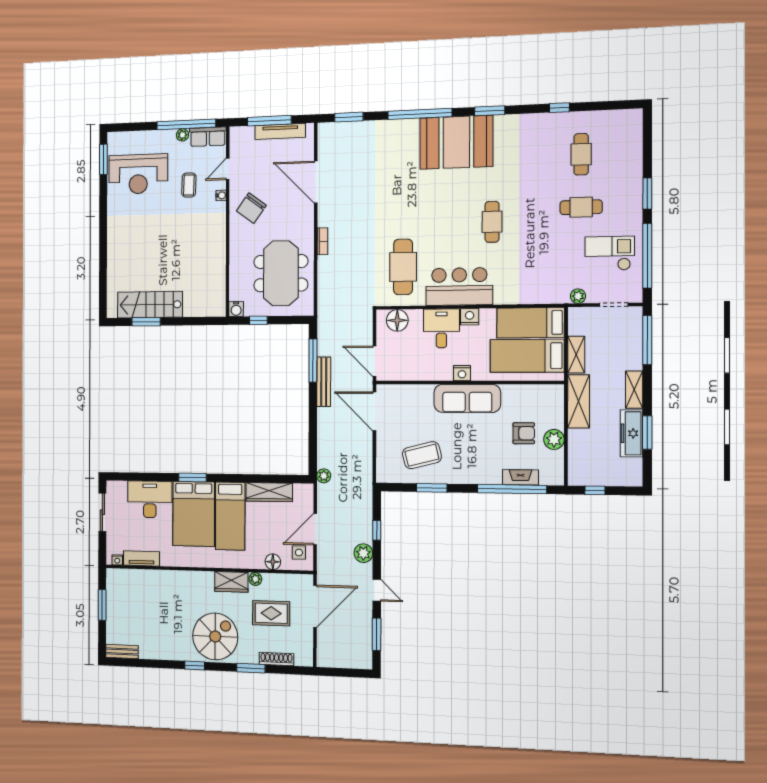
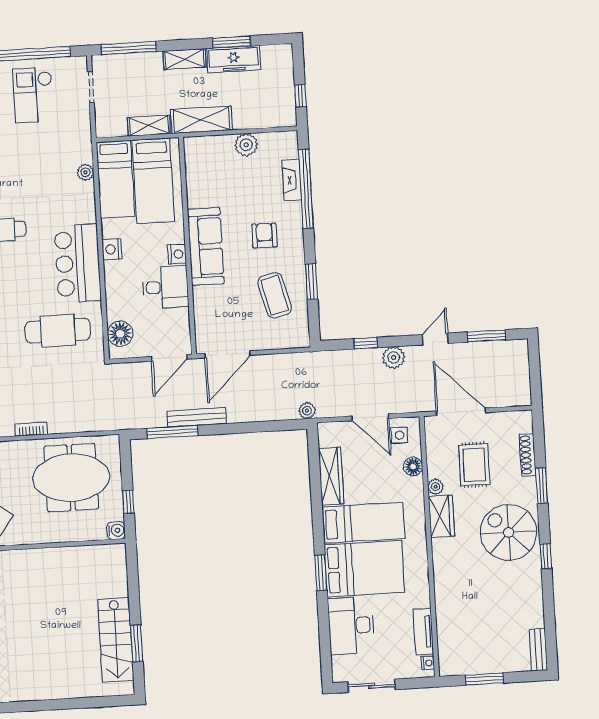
plant: (578, 296) -> (85, 172), moved
desk: (441, 328) -> (165, 287), moved, turned 180
armchair: (524, 433) -> (264, 236), moved

